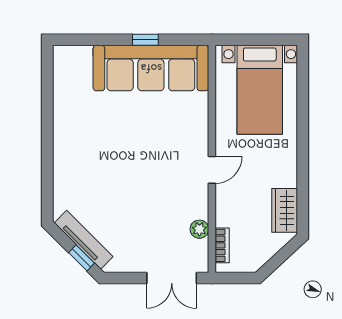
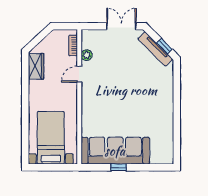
door: (212, 170) -> (79, 74), moved
window: (82, 258) -> (164, 46), moved
double door: (172, 278) -> (121, 26), moved

